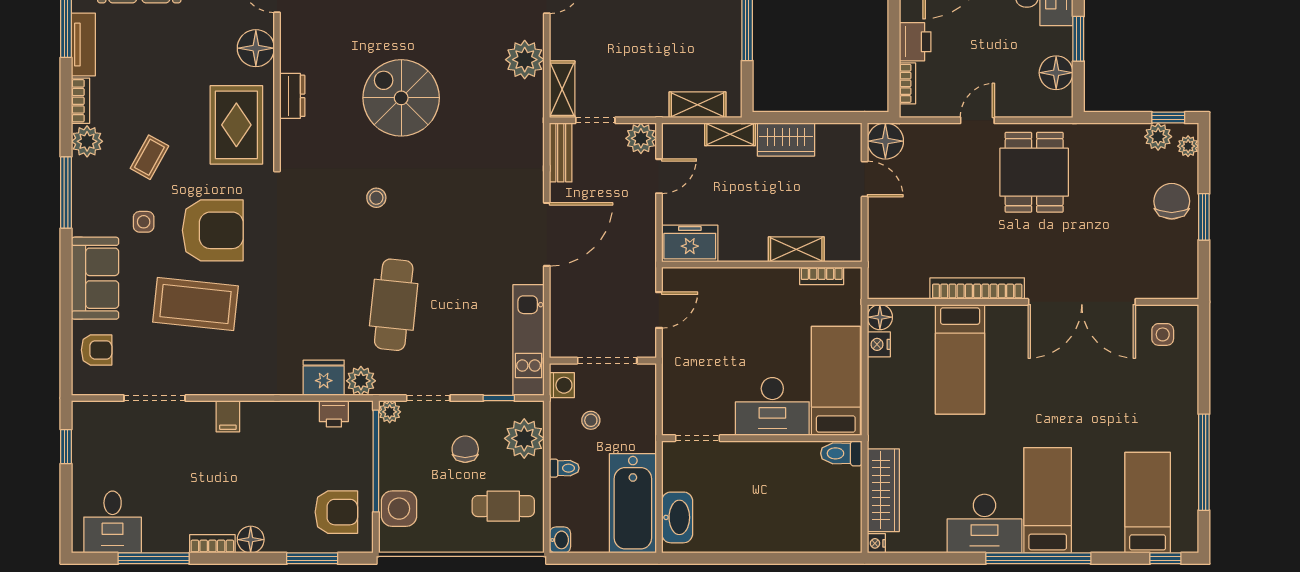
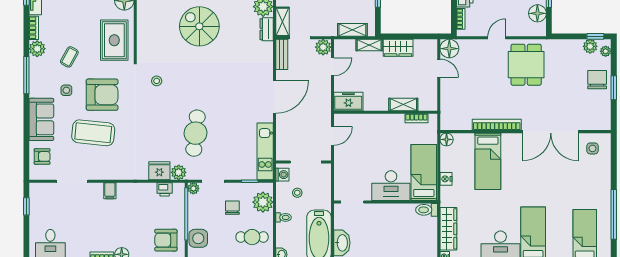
dresser: (292, 96) -> (267, 29), moved, turned 180
stool: (376, 198) -> (157, 81), moved
nightstand: (879, 344) -> (446, 179), moved
armchair: (336, 512) -> (166, 240), turned 180

